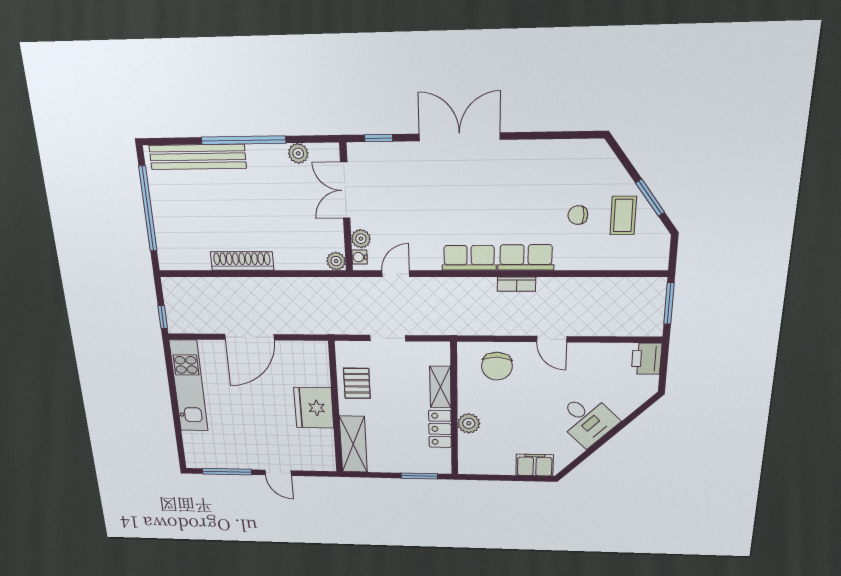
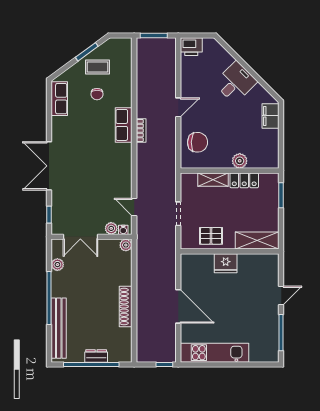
dresser: (162, 216) -> (96, 356), added
row of seats: (469, 258) -> (59, 99), moved, turned 180
fridge: (314, 408) -> (226, 263), width x0.73, depth x0.75

